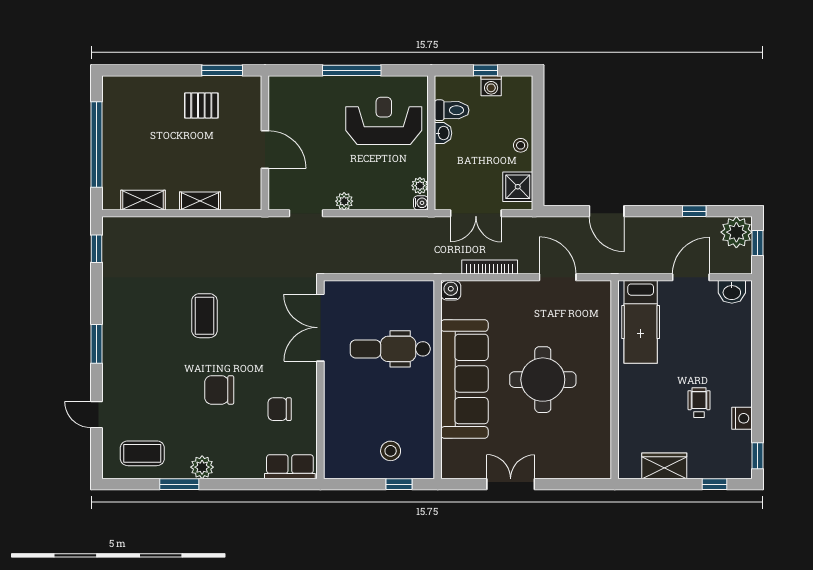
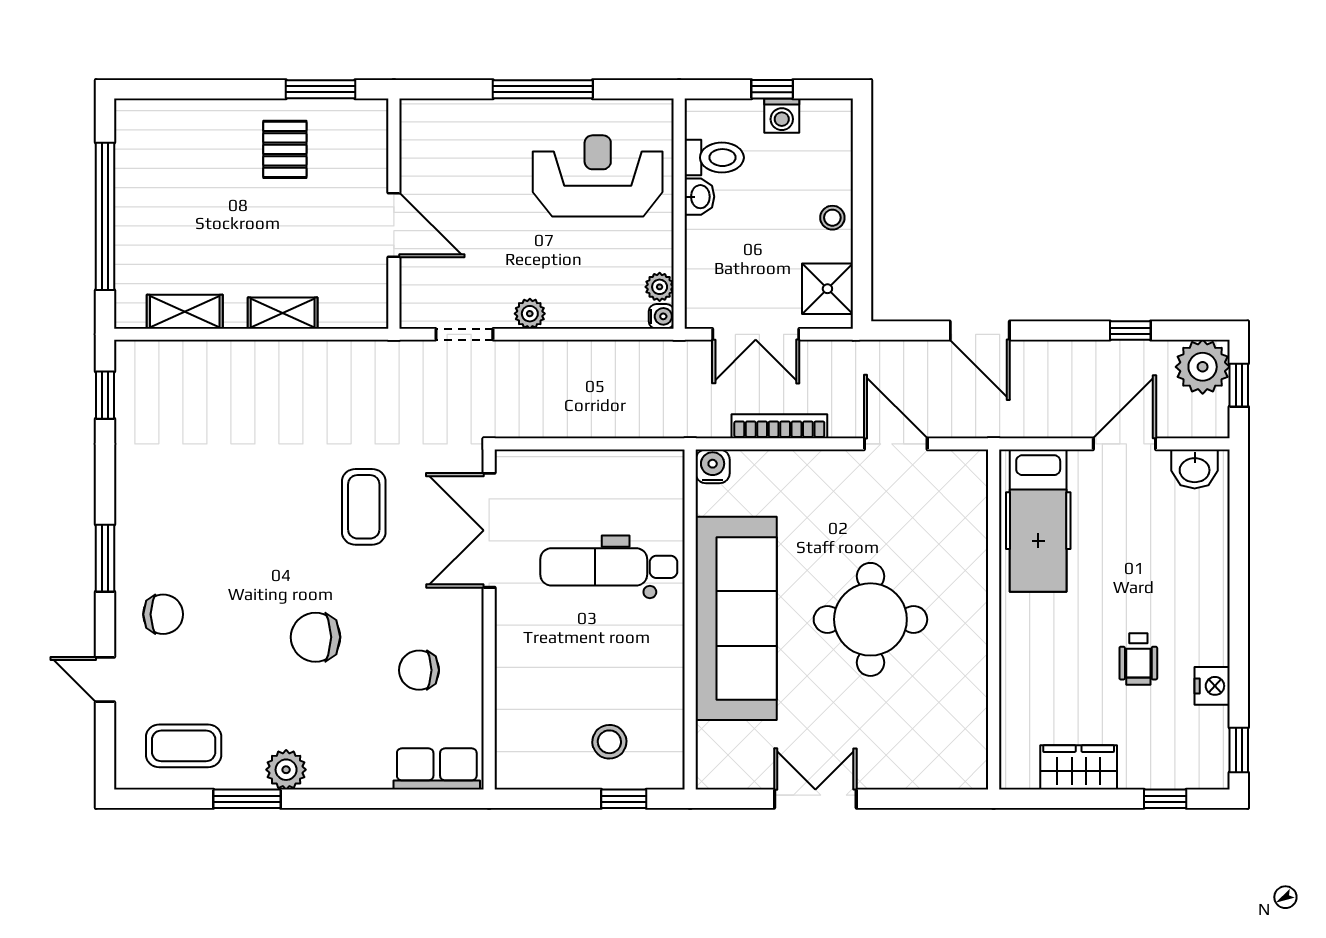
pallet: (201, 105) -> (285, 149), turned 90
coffee table: (204, 316) -> (364, 507), moved
chair: (130, 377) -> (163, 614), added
wheelchair: (699, 403) -> (1138, 659), turned 180

